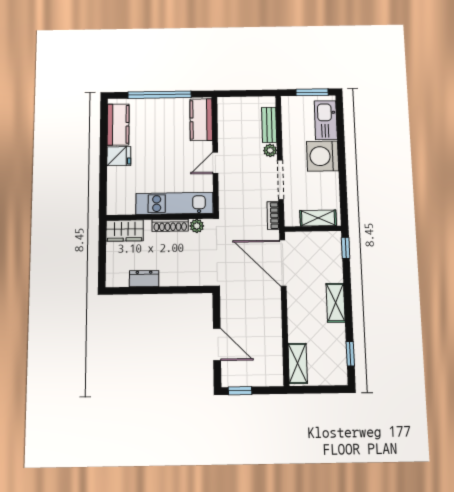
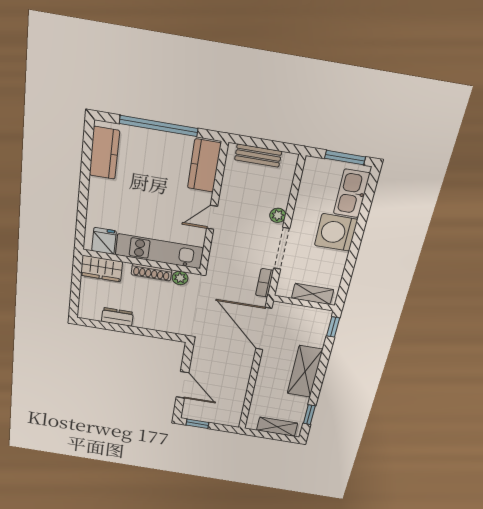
bench: (269, 125) -> (258, 156), moved, turned 90
fridge: (119, 156) -> (104, 241), moved, turned -90
shelving: (336, 303) -> (305, 372), width x1.50, depth x1.33
shelving: (298, 363) -> (277, 427), moved, turned 90

